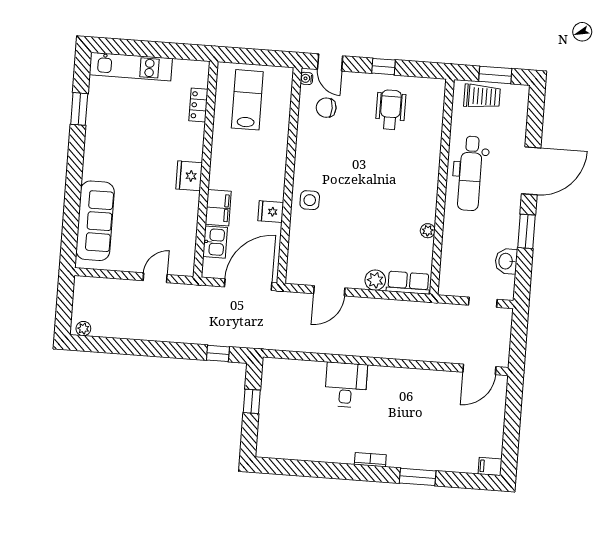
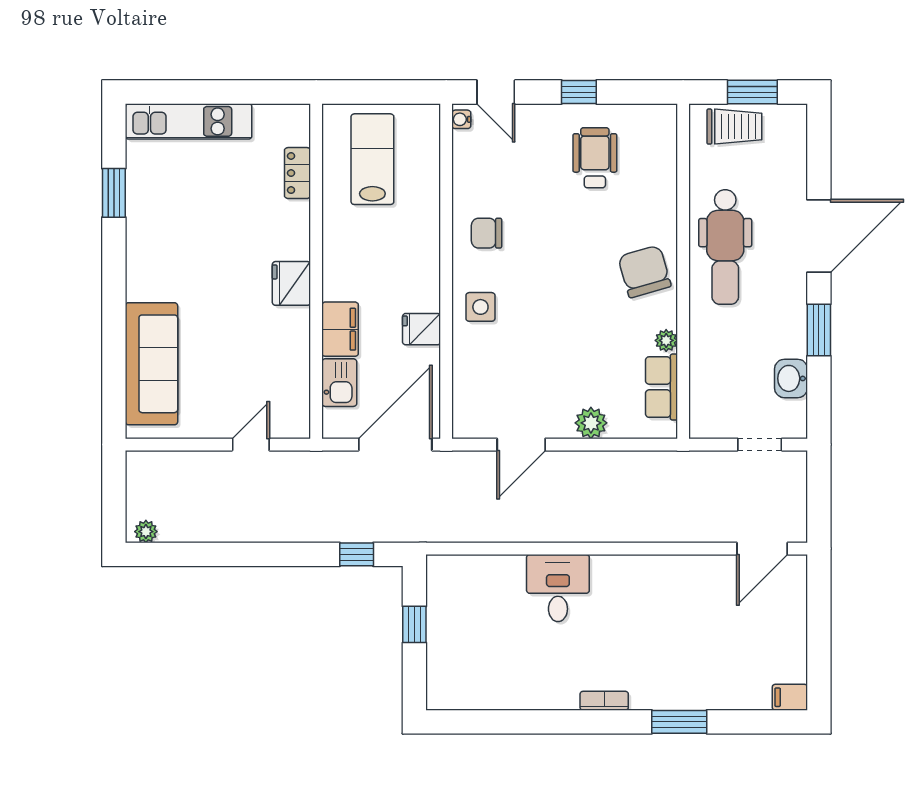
chair: (326, 108) -> (487, 233), moved
chair: (417, 185) -> (644, 271), added
row of seats: (408, 283) -> (662, 387), moved, turned -90

